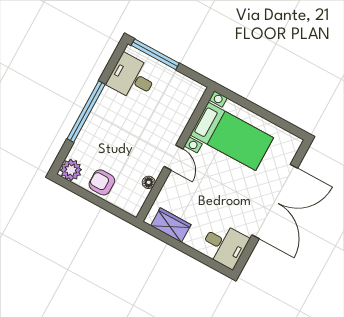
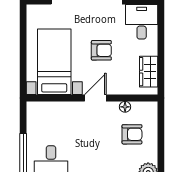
armchair: (102, 182) -> (132, 134), moved, turned -90
armchair: (218, 189) -> (101, 50), added

